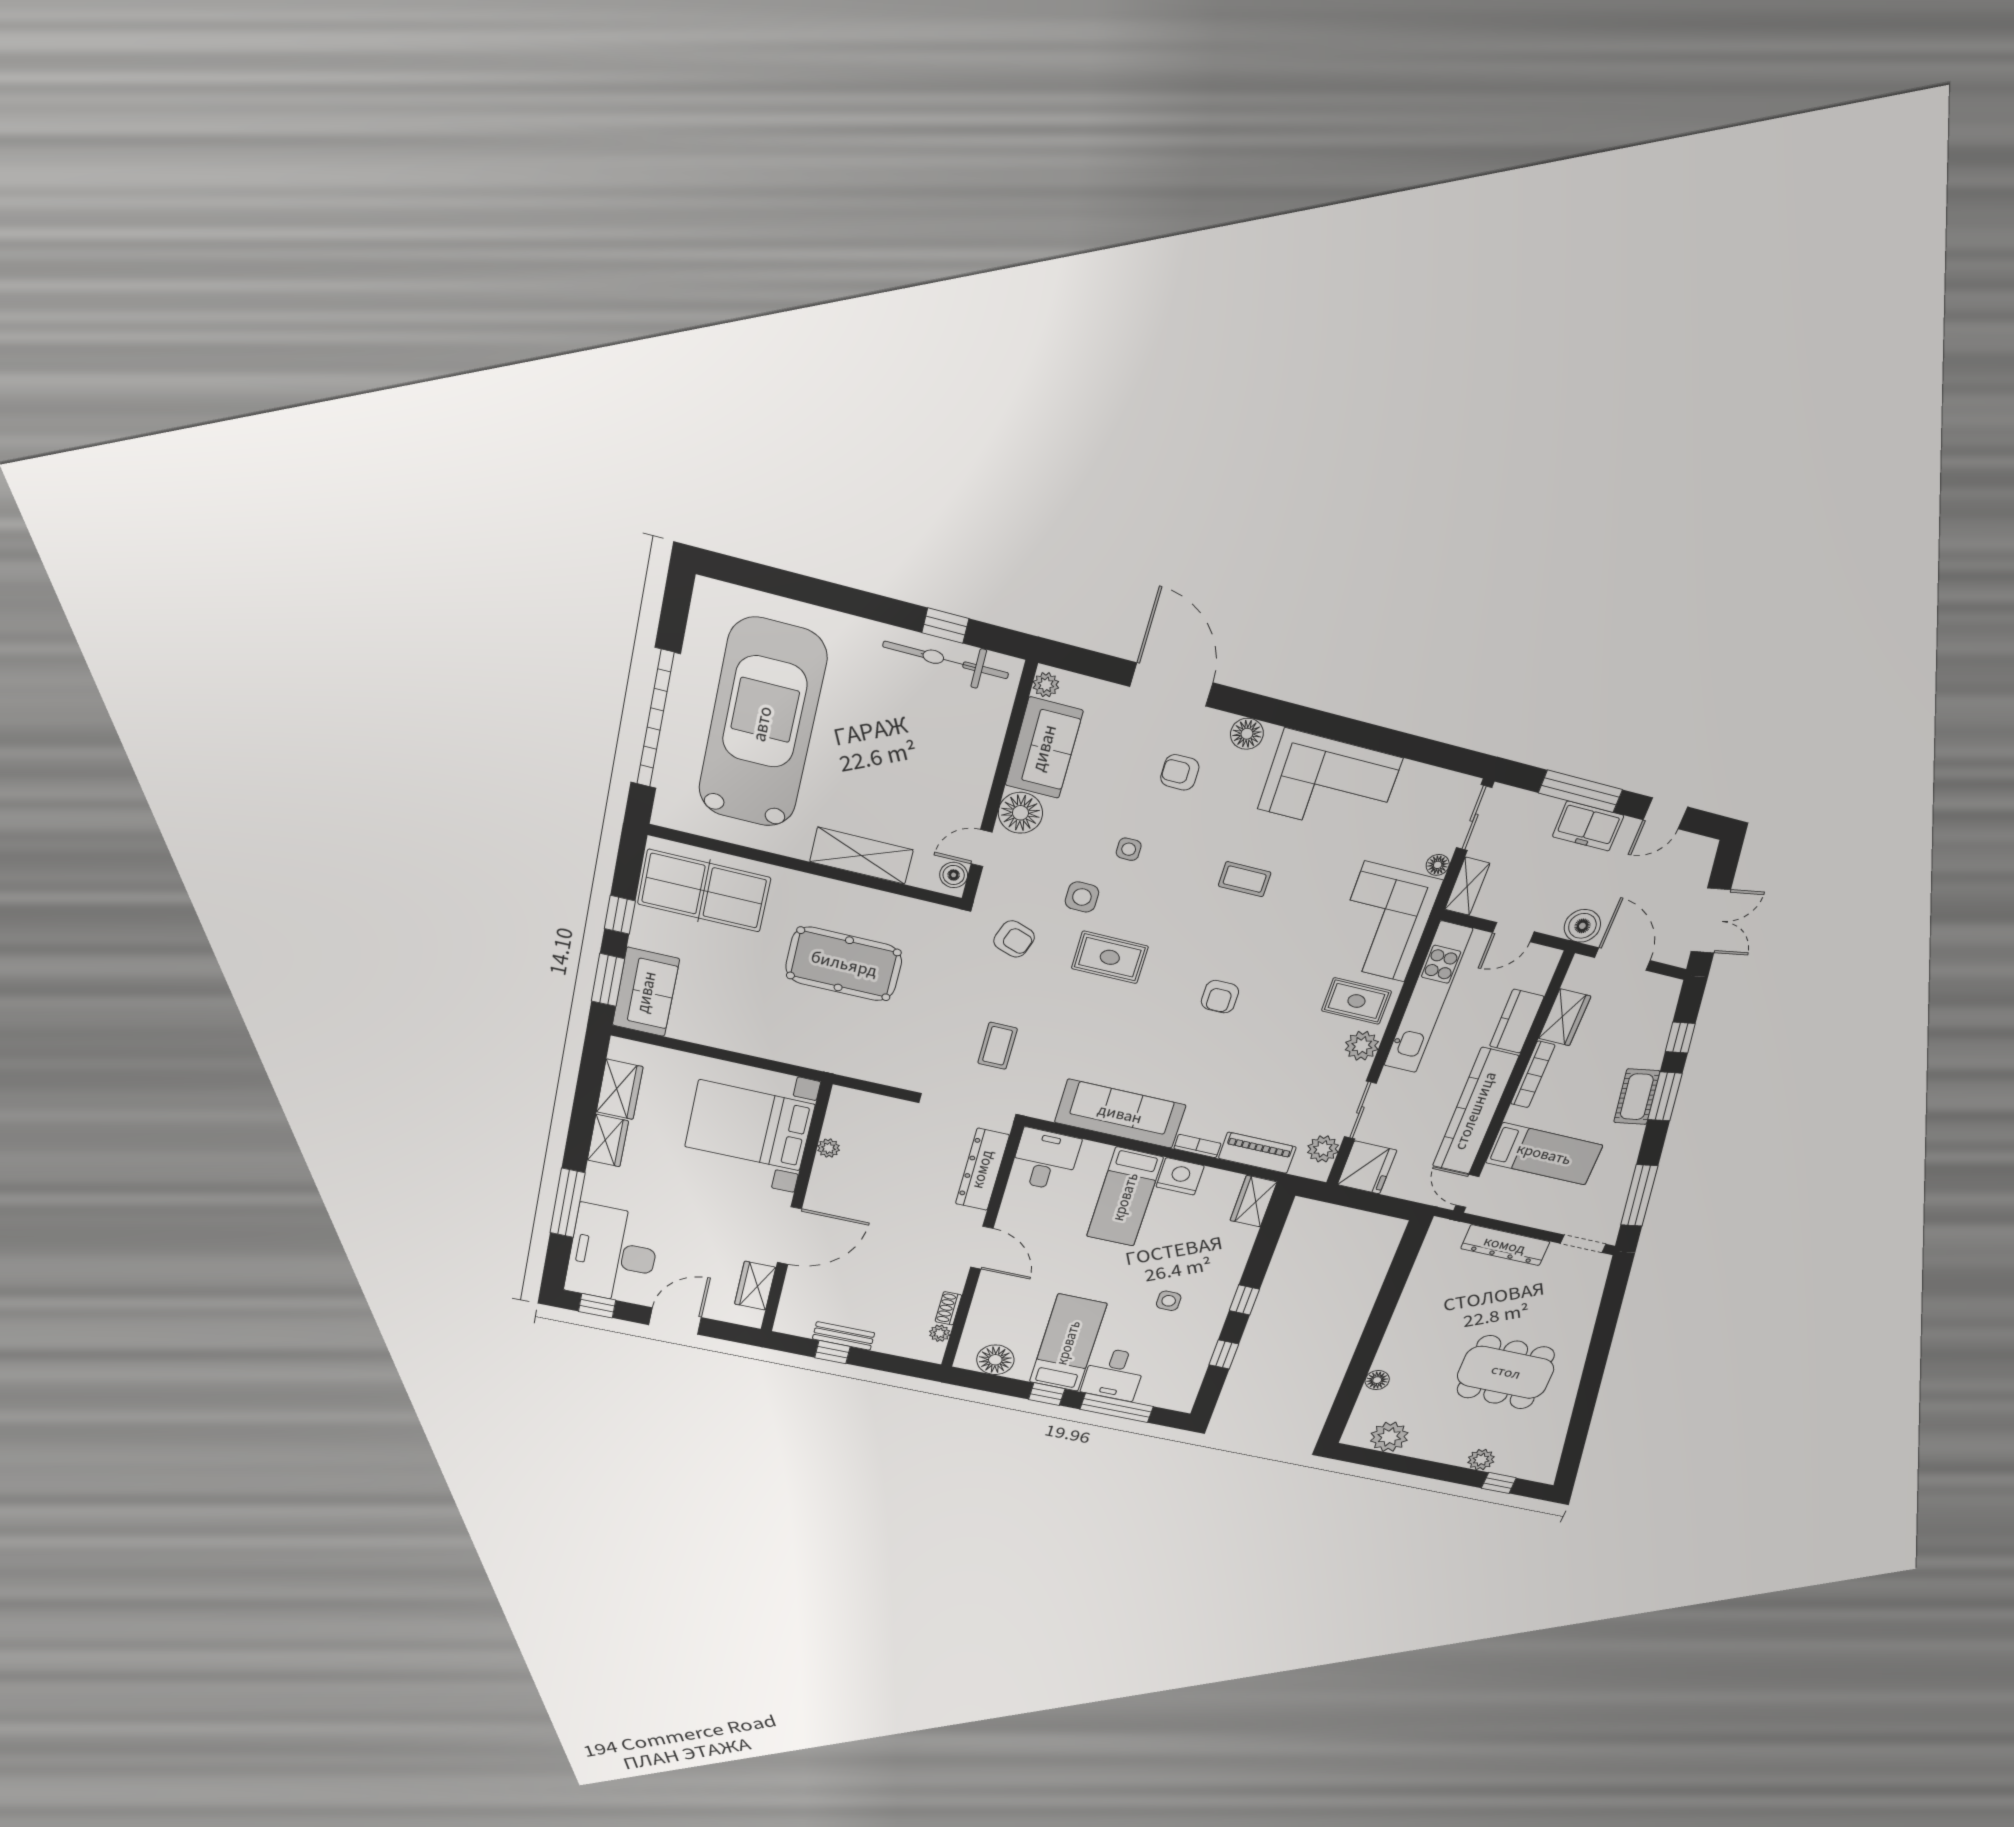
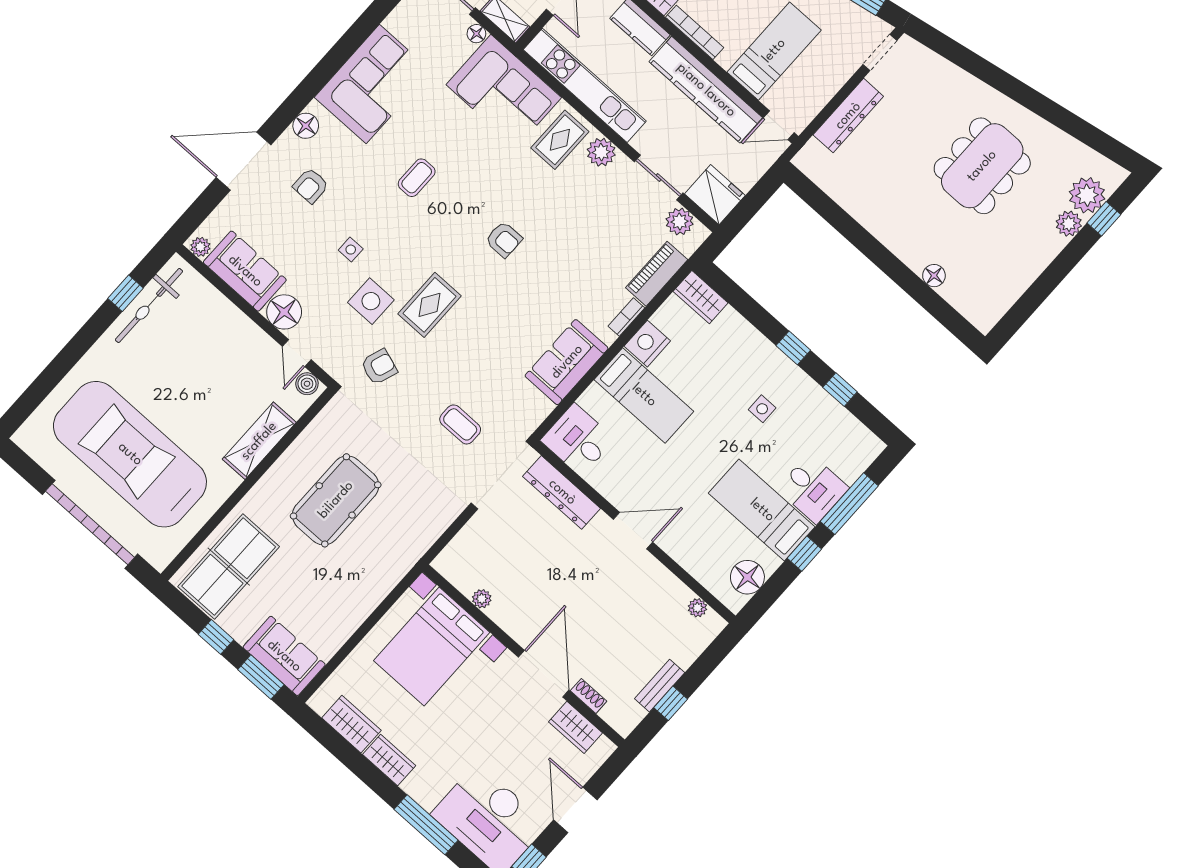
side table: (1082, 897) -> (371, 301), width x1.37, depth x1.37
sofa: (1120, 1114) -> (567, 362), width x0.73
shoe rack: (948, 1308) -> (589, 696), moved, turned 180
plant: (1389, 1437) -> (1087, 195), moved

